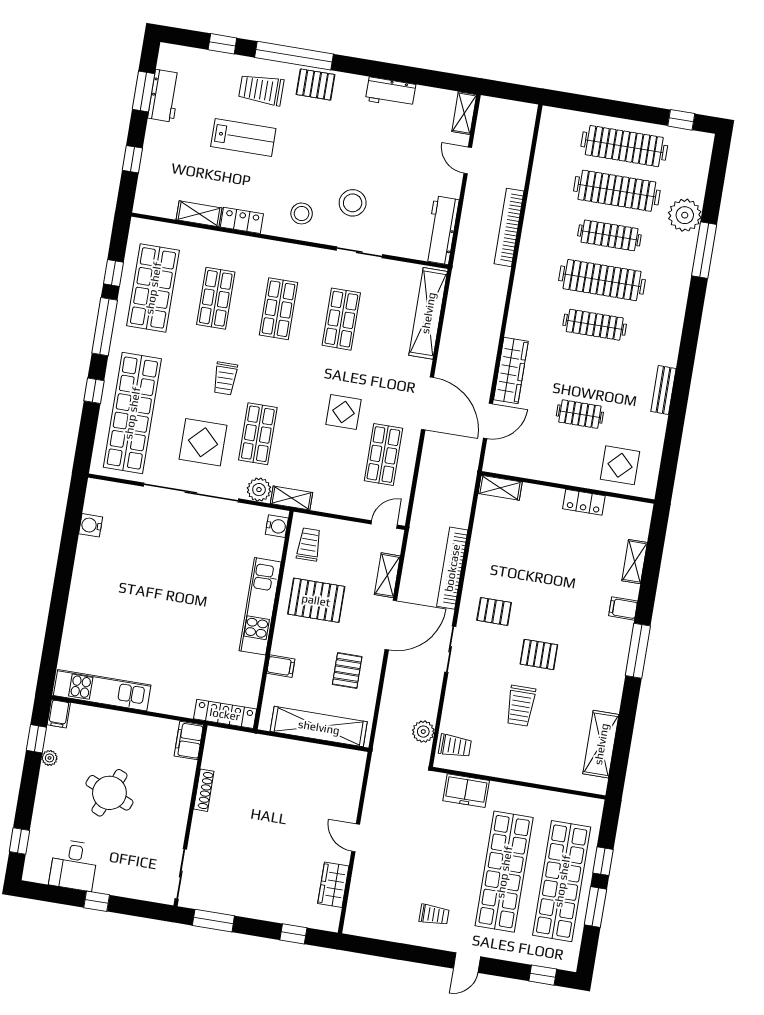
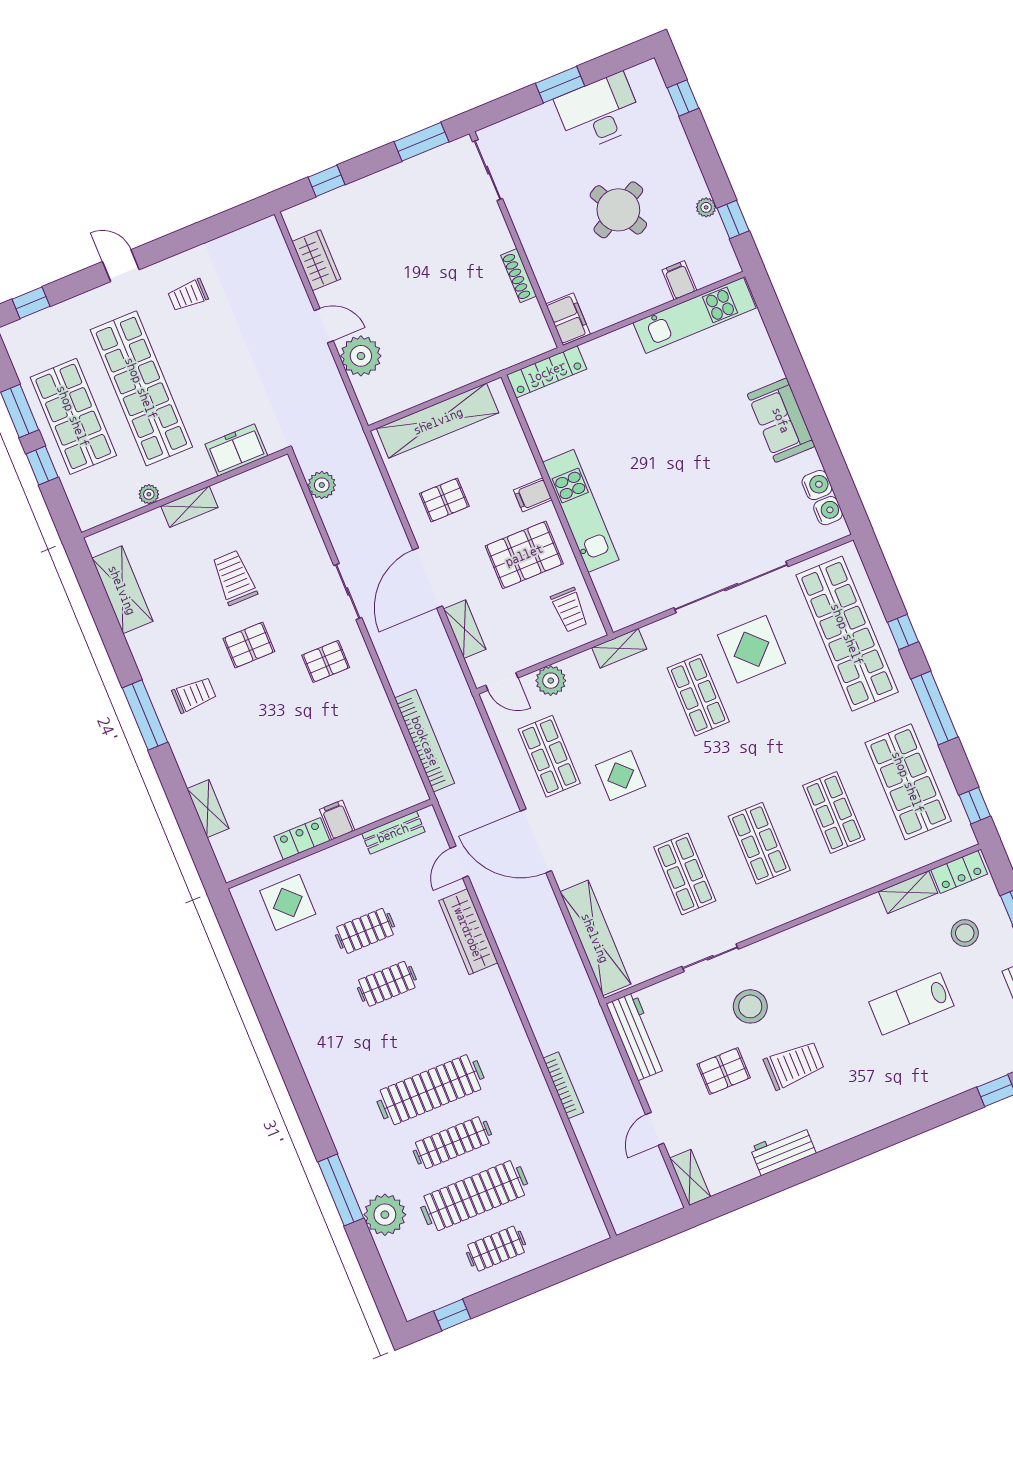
window: (294, 56) -> (911, 1126), removed
pallet: (316, 85) -> (724, 1071), moved
trolley: (261, 90) -> (794, 1065), moved
clothes rail: (624, 146) -> (496, 1249), width x0.54, depth x0.76
door: (468, 160) -> (655, 1129), swing flipped
stool: (302, 213) -> (965, 933), moved
locker: (242, 220) -> (959, 872), moved
bookcase: (509, 227) -> (563, 1085), width x0.68, depth x0.76
window: (113, 273) -> (975, 806), moved
clothes rail: (595, 325) -> (387, 984), moved, width x0.73
trolley: (225, 378) -> (770, 733), removed
bench: (663, 390) -> (393, 833), moved, turned 90
door: (488, 421) -> (459, 862), width x0.73
shelving: (500, 488) -> (189, 507), moved
plant: (259, 490) -> (551, 681), moved
door: (384, 524) -> (502, 682), hinge flipped
water cooler: (277, 526) -> (828, 511), moved, turned 180
bookcase: (452, 568) -> (425, 741), moved
sofa: (88, 584) -> (781, 420), added
filing cabinet: (623, 608) -> (337, 820), moved, turned -90
filing cabinet: (281, 666) -> (533, 495), moved
pallet: (347, 670) -> (444, 500), turned 90
filing cabinet: (59, 714) -> (679, 280), moved
trolley: (455, 746) -> (194, 695), moved, turned 180
round table: (109, 793) -> (618, 210), turned 38
plant: (543, 797) -> (149, 494), added
plant: (343, 802) -> (361, 356), added
desk: (74, 865) -> (599, 112), width x1.37
shop shelf: (562, 881) -> (73, 416), width x0.71
window: (97, 901) -> (560, 85), width x1.50
door: (467, 963) -> (121, 266), hinge flipped

